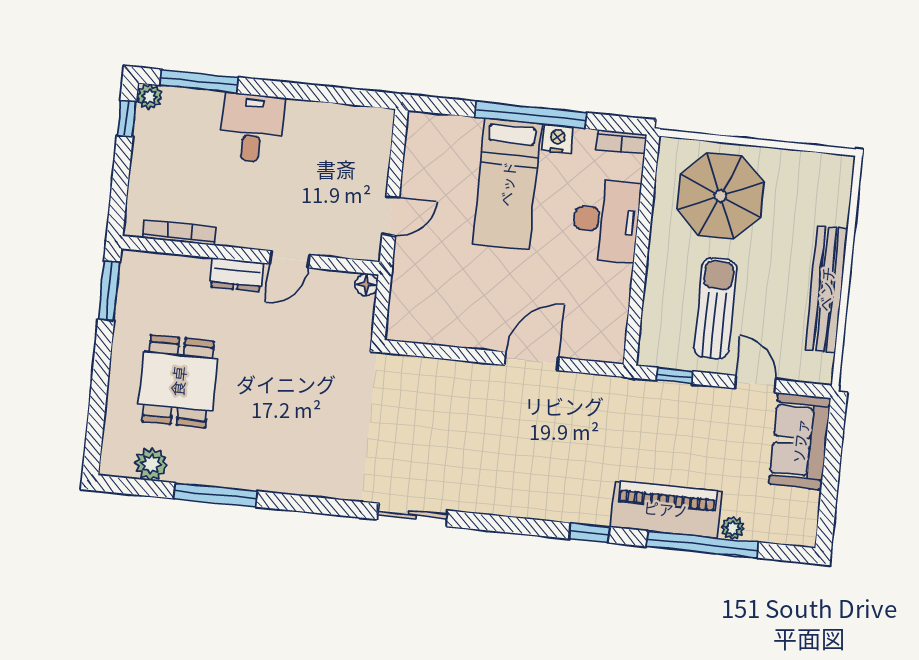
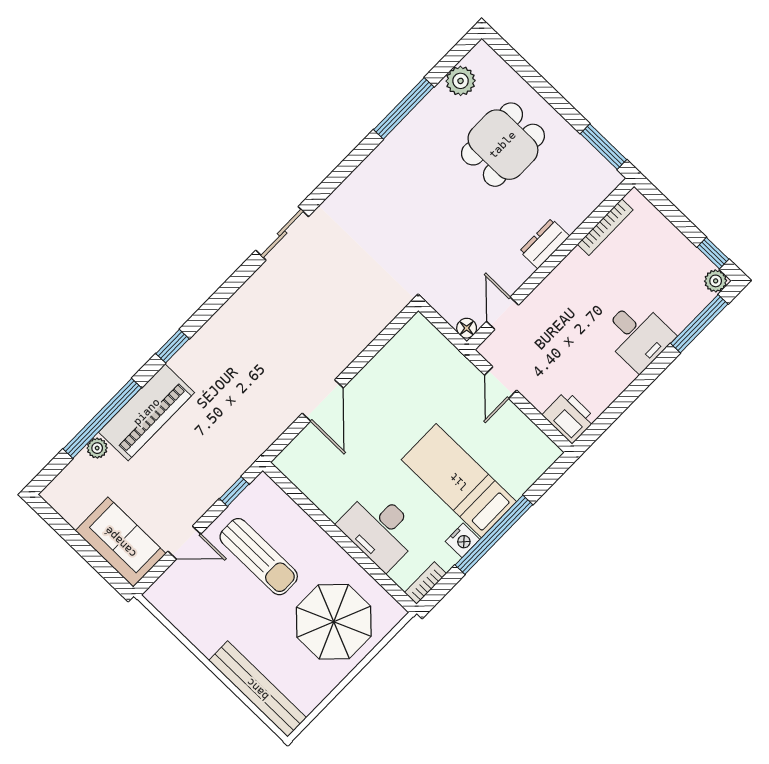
printer: (373, 131) -> (569, 417), added
door: (290, 259) -> (503, 313), moved
bench: (826, 289) -> (258, 689), moved
dining table: (178, 381) -> (503, 145), turned 90

